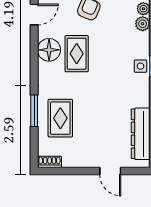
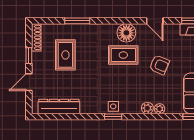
rug: (60, 118) -> (65, 55), moved, turned 90
shoe rack: (50, 162) -> (36, 37), width x1.43
window: (77, 171) -> (29, 56), added

